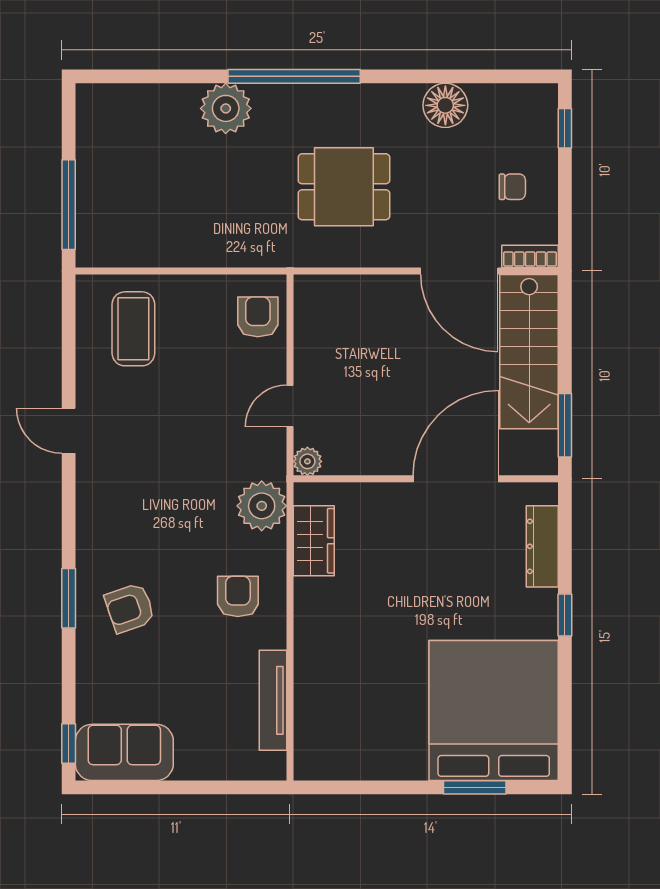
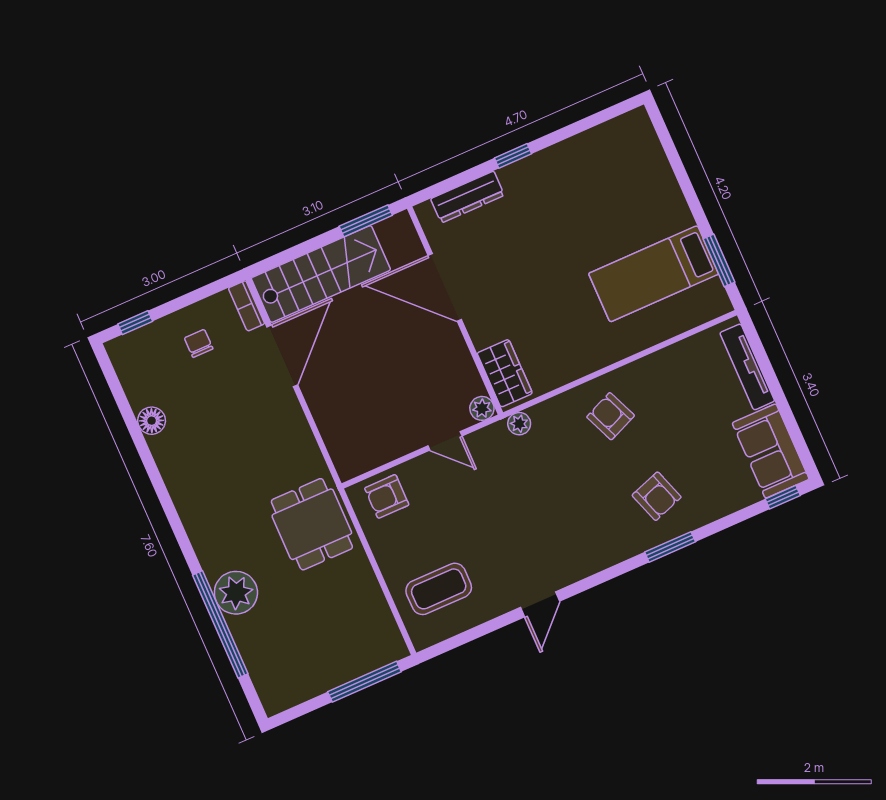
window: (294, 76) -> (220, 624), moved
floor lamp: (445, 105) -> (152, 421), width x0.73, depth x0.73
dining table: (344, 187) -> (312, 524), moved
plant: (262, 506) -> (519, 424), width x0.53, depth x0.53
wardrobe: (314, 541) -> (505, 373), moved, turned 90
armchair: (238, 596) -> (611, 416), turned 67
tv unit: (273, 700) -> (747, 367), moved, turned 90
bed: (494, 711) -> (654, 274), moved, width x0.49
window: (475, 787) -> (719, 260), moved

